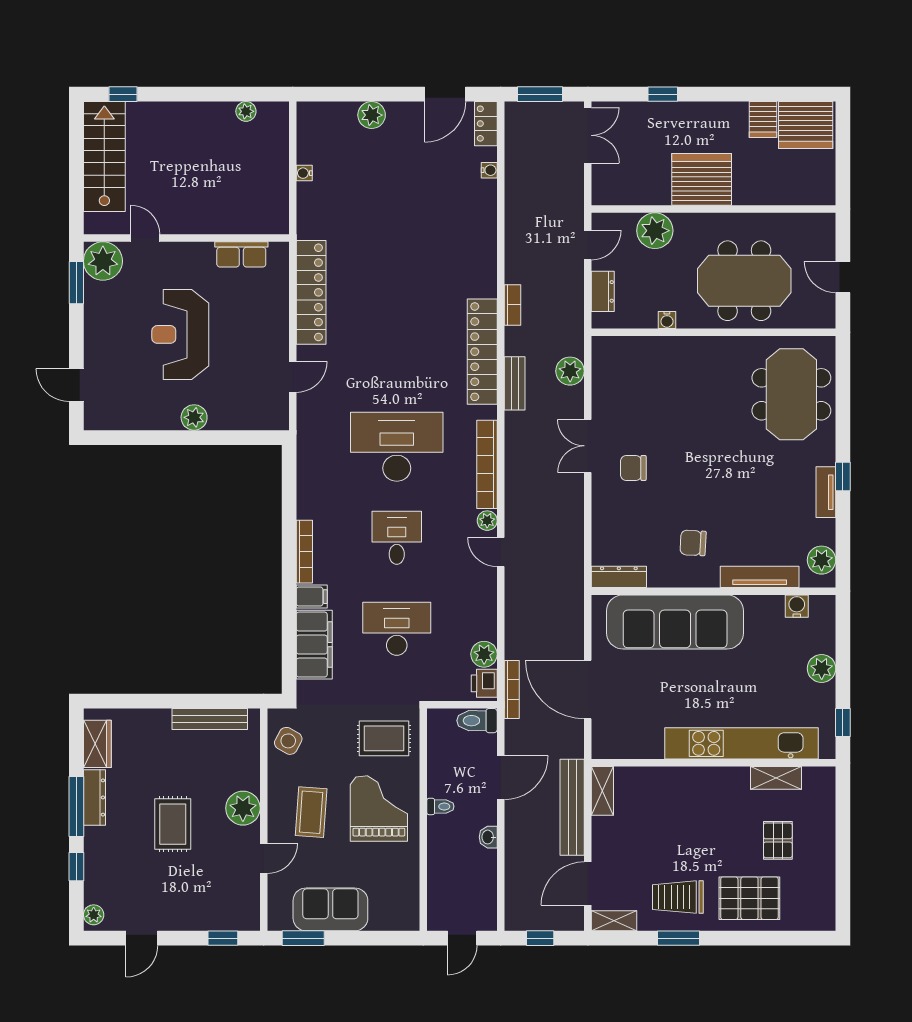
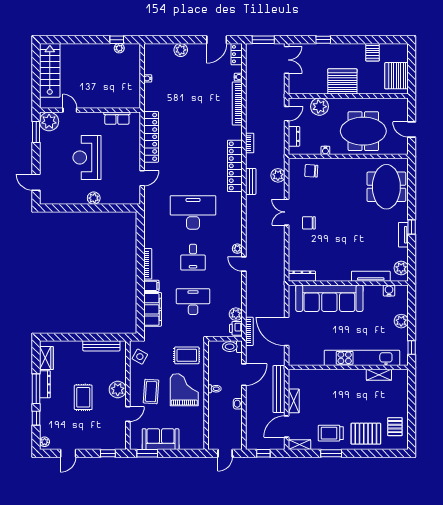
window: (123, 94) -> (117, 40), moved
server rack: (806, 125) -> (397, 76), moved, turned 90
bookcase: (487, 464) -> (237, 103), moved
desk: (397, 538) -> (193, 257), turned 180
chair: (693, 543) -> (311, 171), moved
shelving: (602, 791) -> (294, 401), moved
pallet: (778, 840) -> (395, 427), moved

